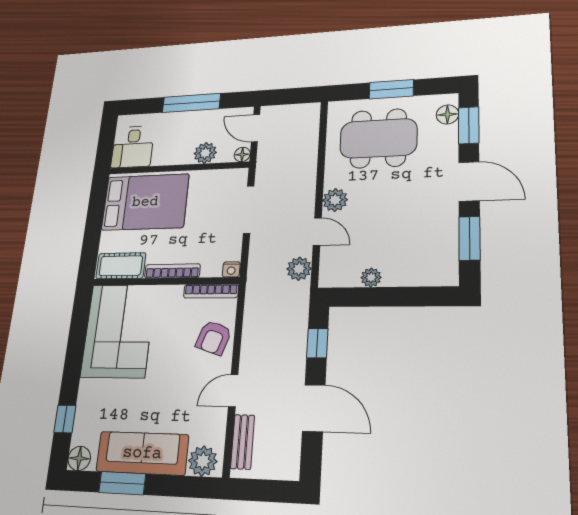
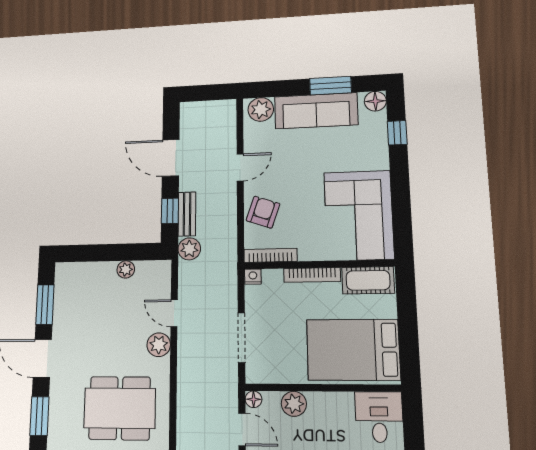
floor lamp: (447, 114) -> (57, 429), removed
plant: (299, 269) -> (189, 249), moved
bench: (243, 442) -> (187, 214), moved

